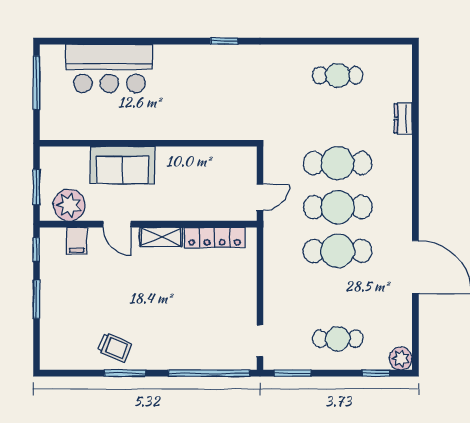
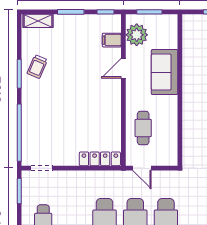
cafe table: (203, 196) -> (143, 128), added
shelving: (161, 237) -> (38, 21), moved, turned 90
locker: (215, 237) -> (100, 159), moved, turned 90

